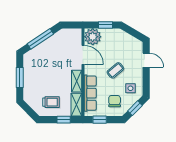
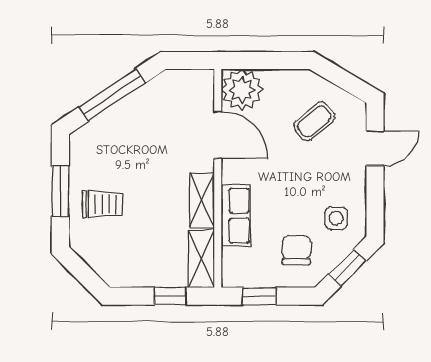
window: (105, 25) -> (274, 61), removed
door: (146, 60) -> (375, 148), hinge flipped
coffee table: (115, 70) -> (314, 121), moved
row of seats: (90, 93) -> (236, 216), width x0.68
trolley: (51, 102) -> (103, 204), moved

